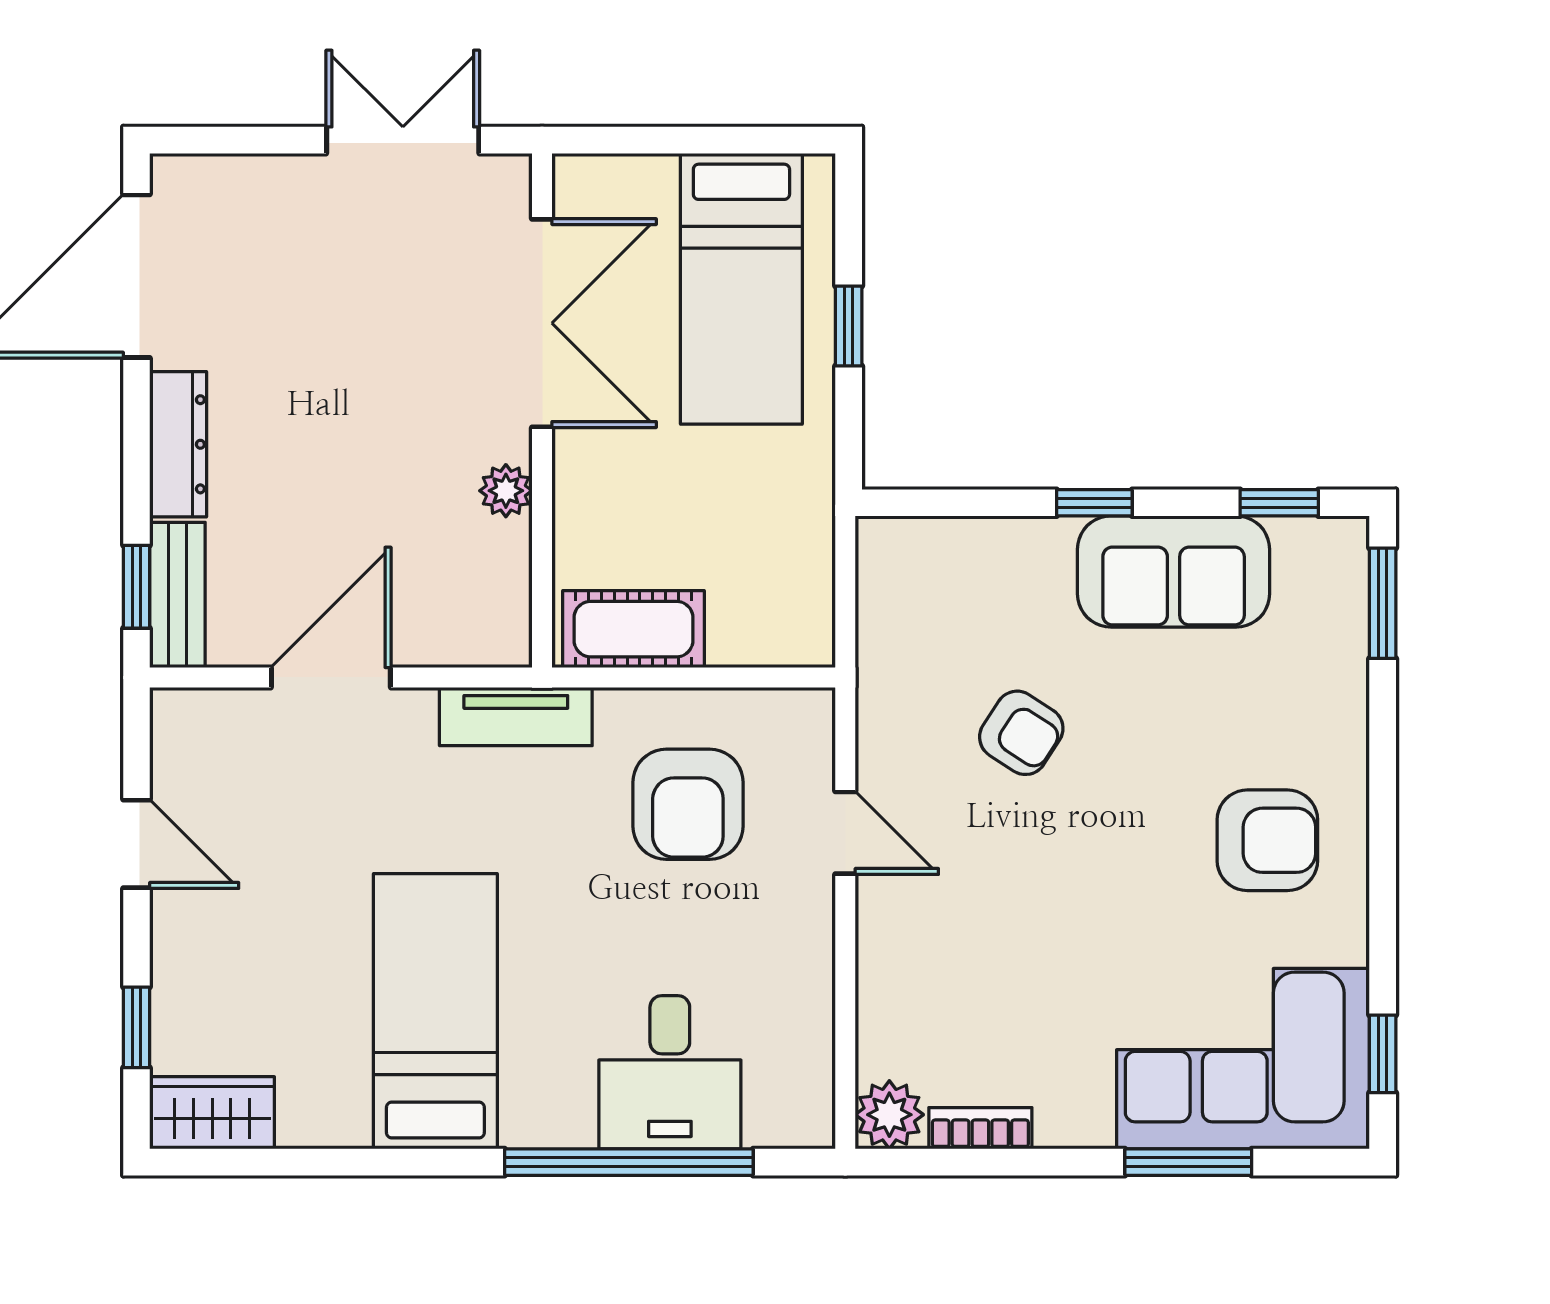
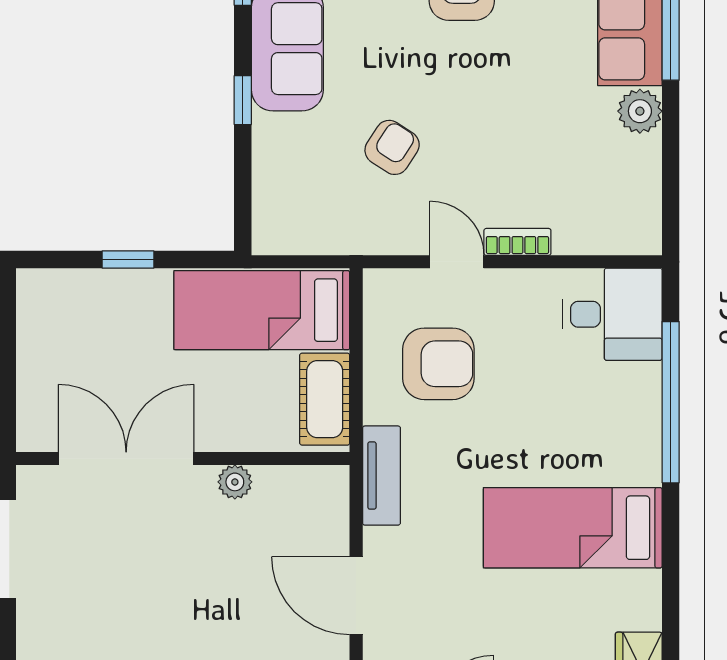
bed: (741, 289) -> (262, 310), moved, turned 180
door: (845, 833) -> (457, 262), hinge flipped
desk: (670, 1072) -> (612, 314), moved
plant: (889, 1115) -> (640, 111), moved
bookcase: (980, 1128) -> (517, 242), moved, turned 90

